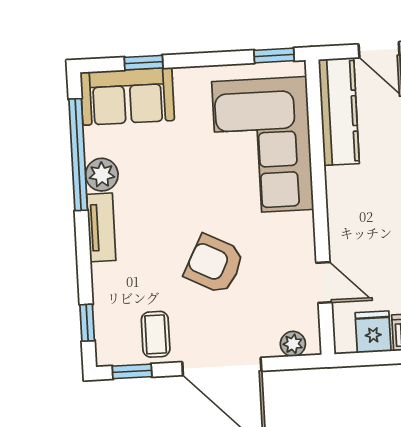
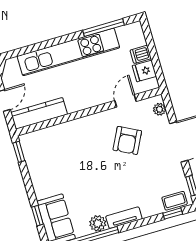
corner sofa: (263, 145) -> (65, 147), removed
armchair: (214, 264) -> (127, 140), moved
coffee table: (156, 334) -> (175, 201), moved

